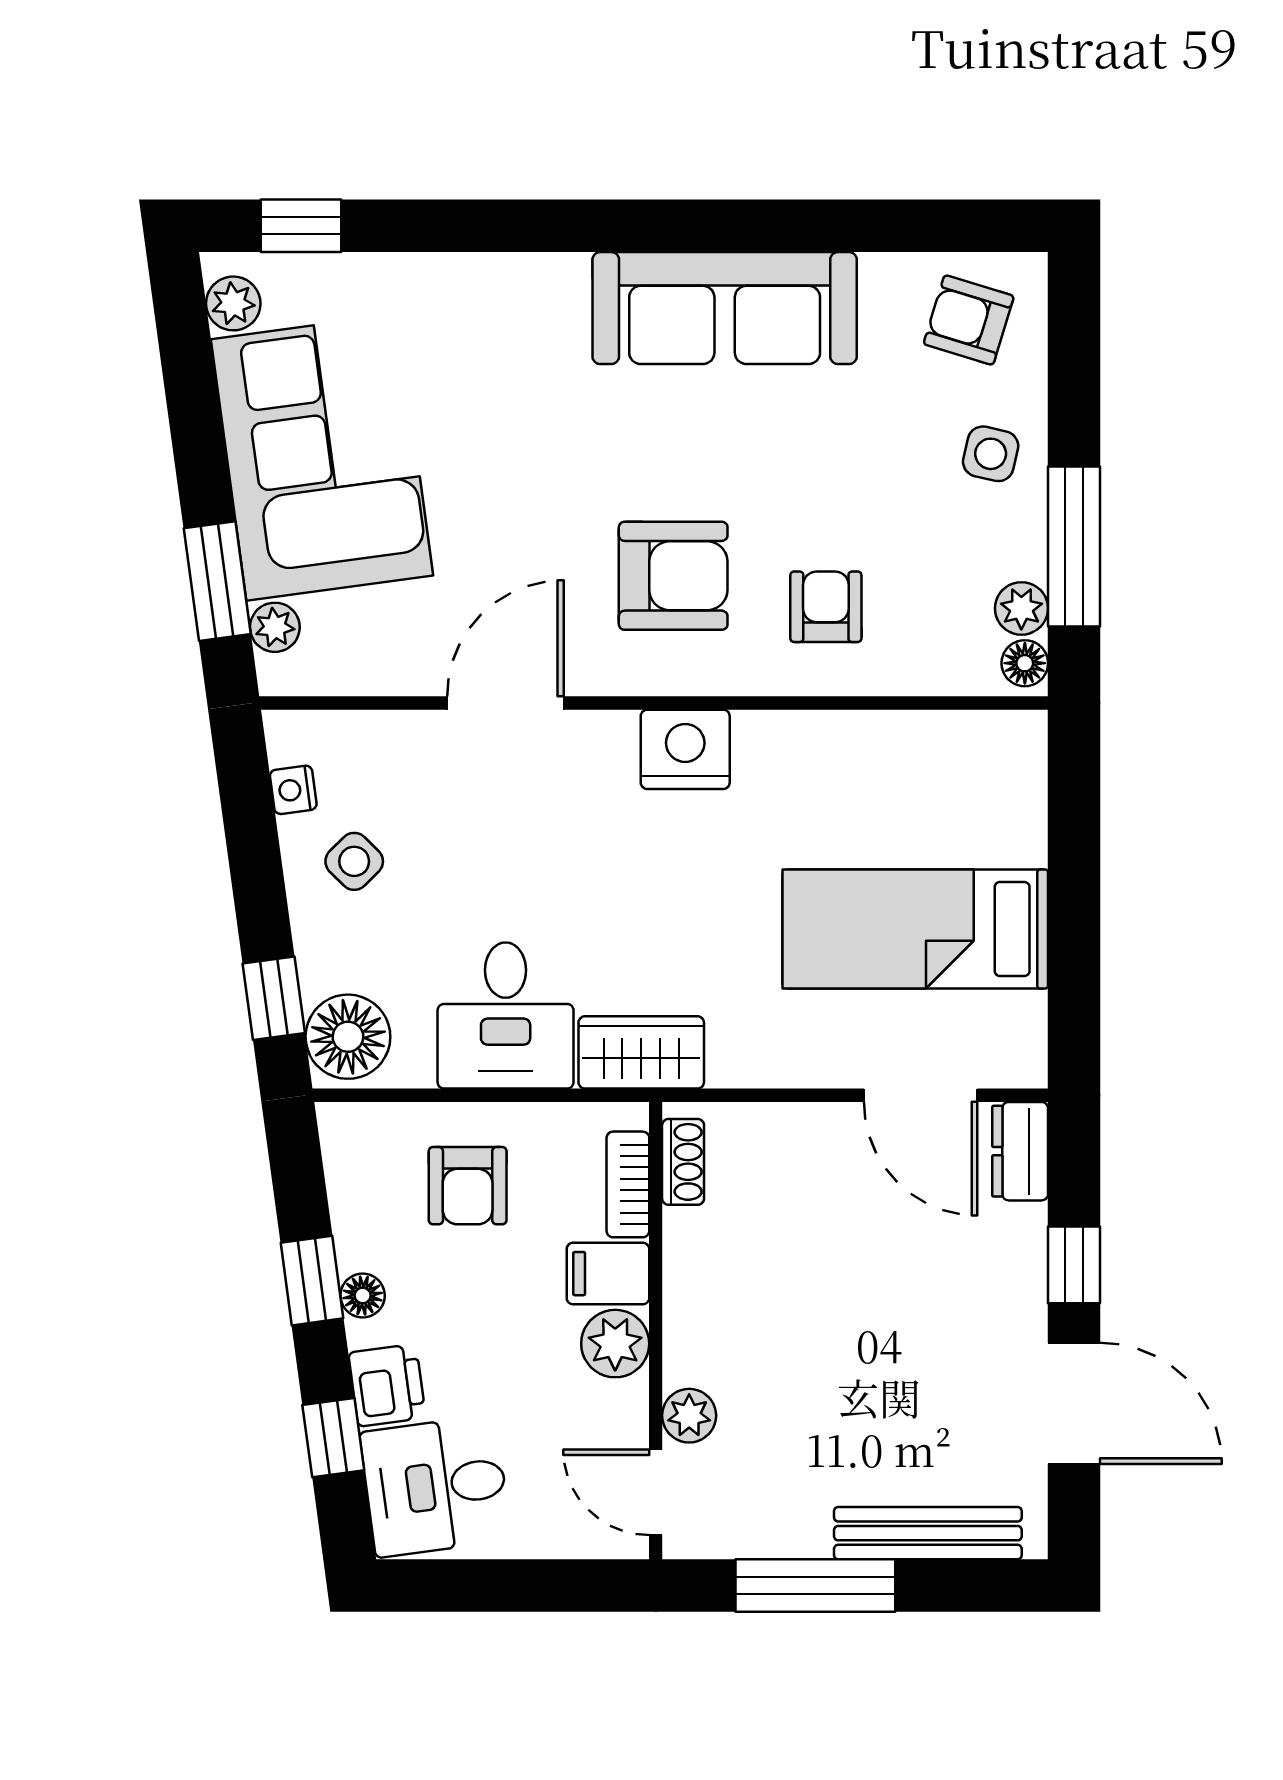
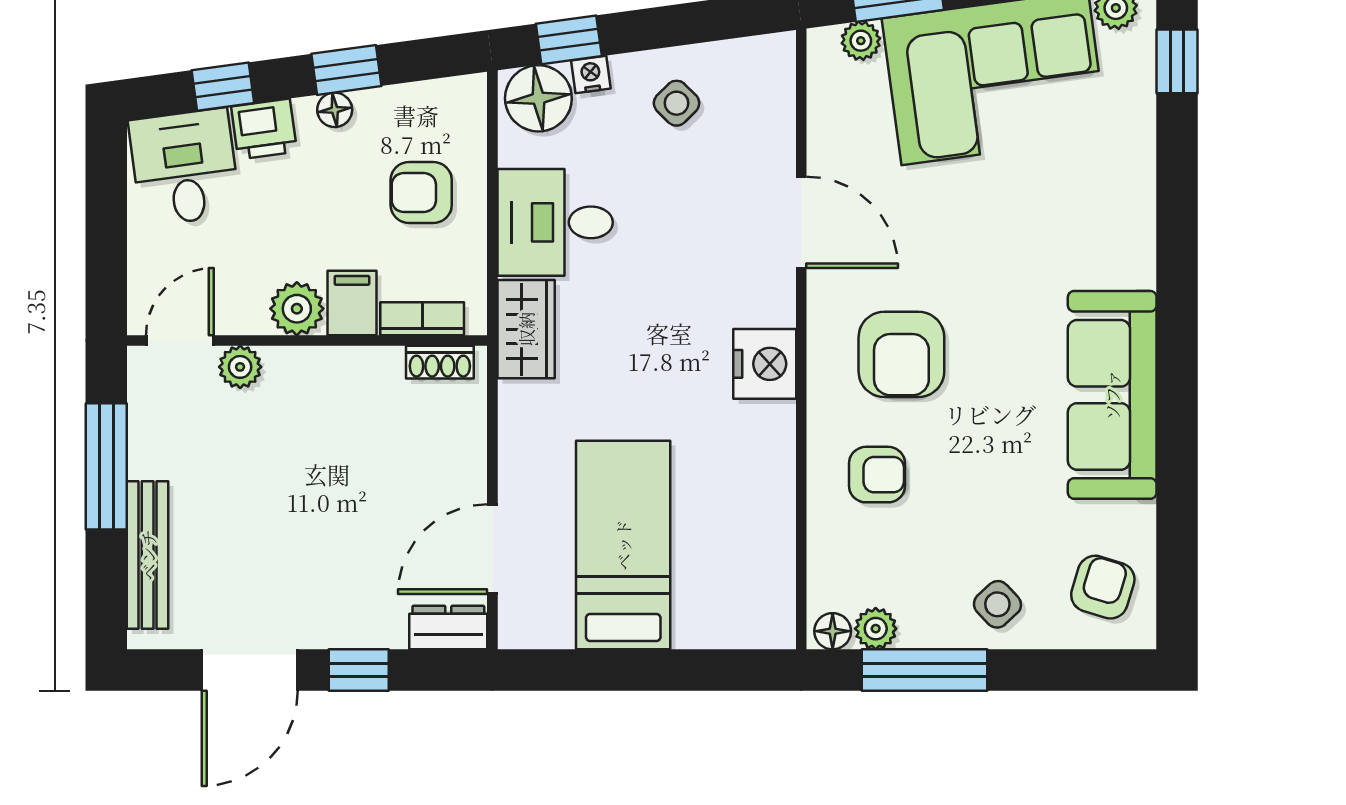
side table: (991, 454) -> (997, 604), turned 34
nightstand: (293, 790) -> (591, 74), moved

